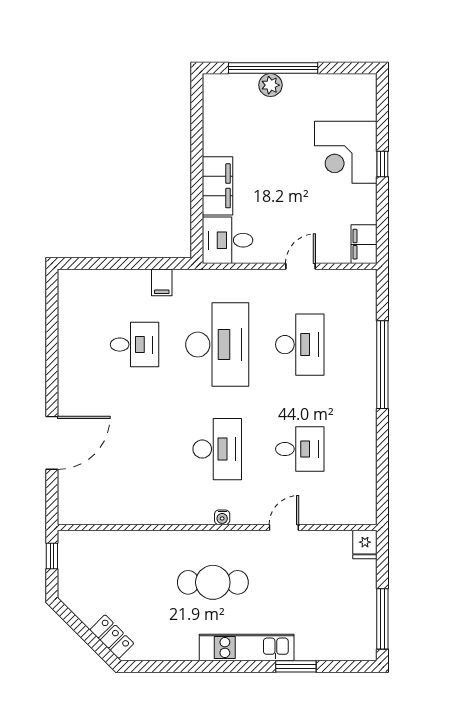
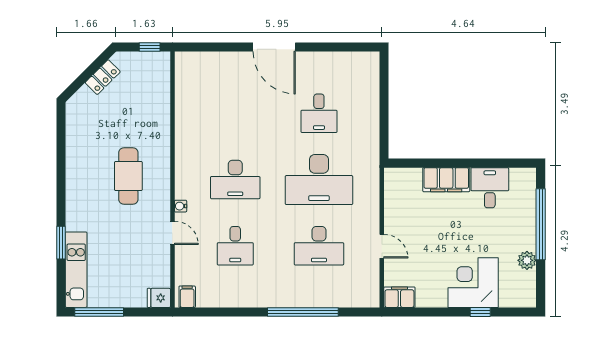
plant: (270, 85) -> (527, 260), moved
window: (382, 164) -> (480, 312), moved
desk: (227, 240) -> (490, 188), moved
filing cabinet: (162, 282) -> (187, 297), moved, turned 90
door: (52, 443) -> (274, 47), moved
water cooler: (222, 517) -> (181, 206), moved
locker: (112, 637) -> (103, 77), moved
kitchen unit: (247, 648) -> (76, 270), moved

